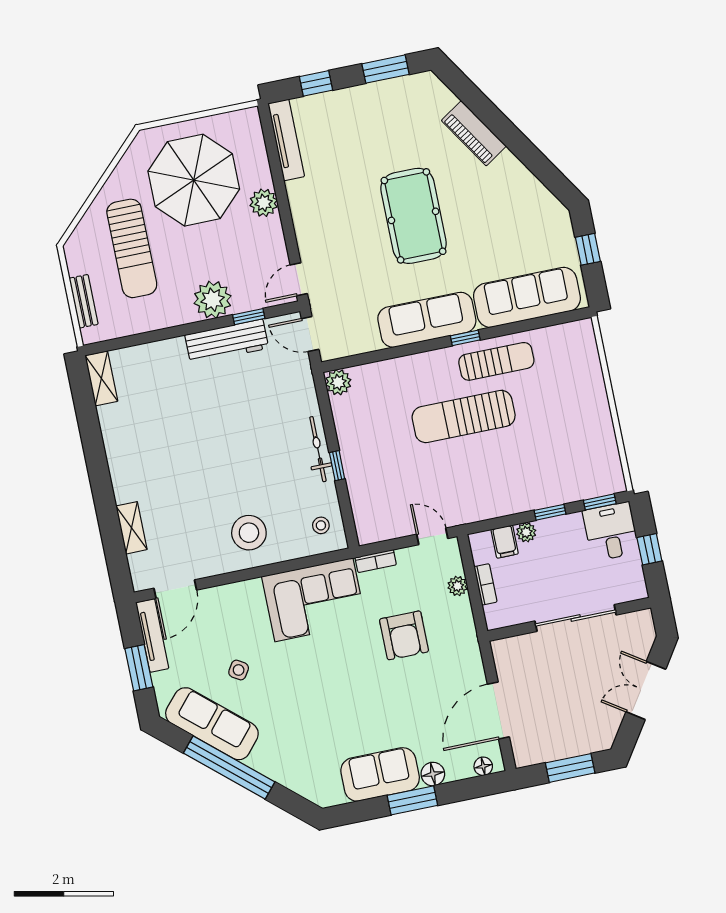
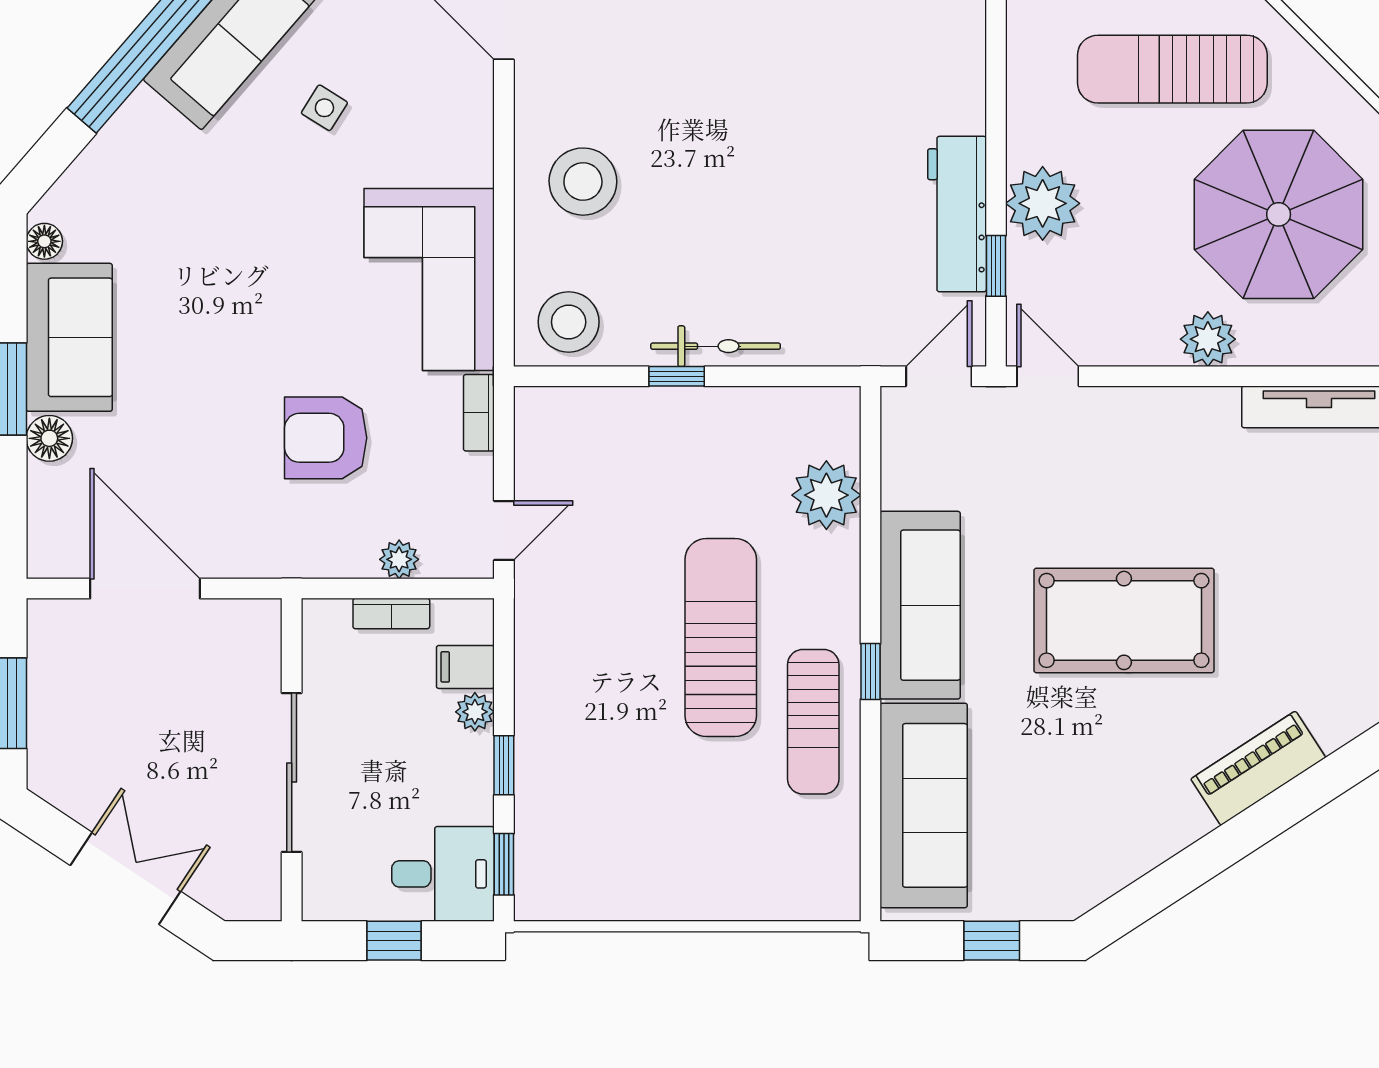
plant: (338, 382) -> (826, 495), moved, width x1.36, depth x1.36
stool: (321, 525) -> (569, 322), width x1.89, depth x1.89
floor lamp: (483, 766) -> (44, 241), moved

